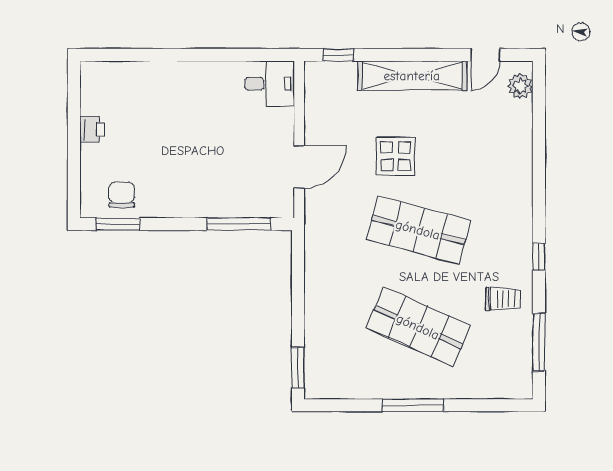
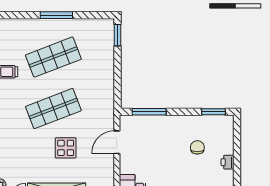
chair: (122, 195) -> (197, 147), moved, turned 180
shop shelf: (418, 230) -> (53, 109), turned -36
shop shelf: (418, 327) -> (53, 57), turned -45

